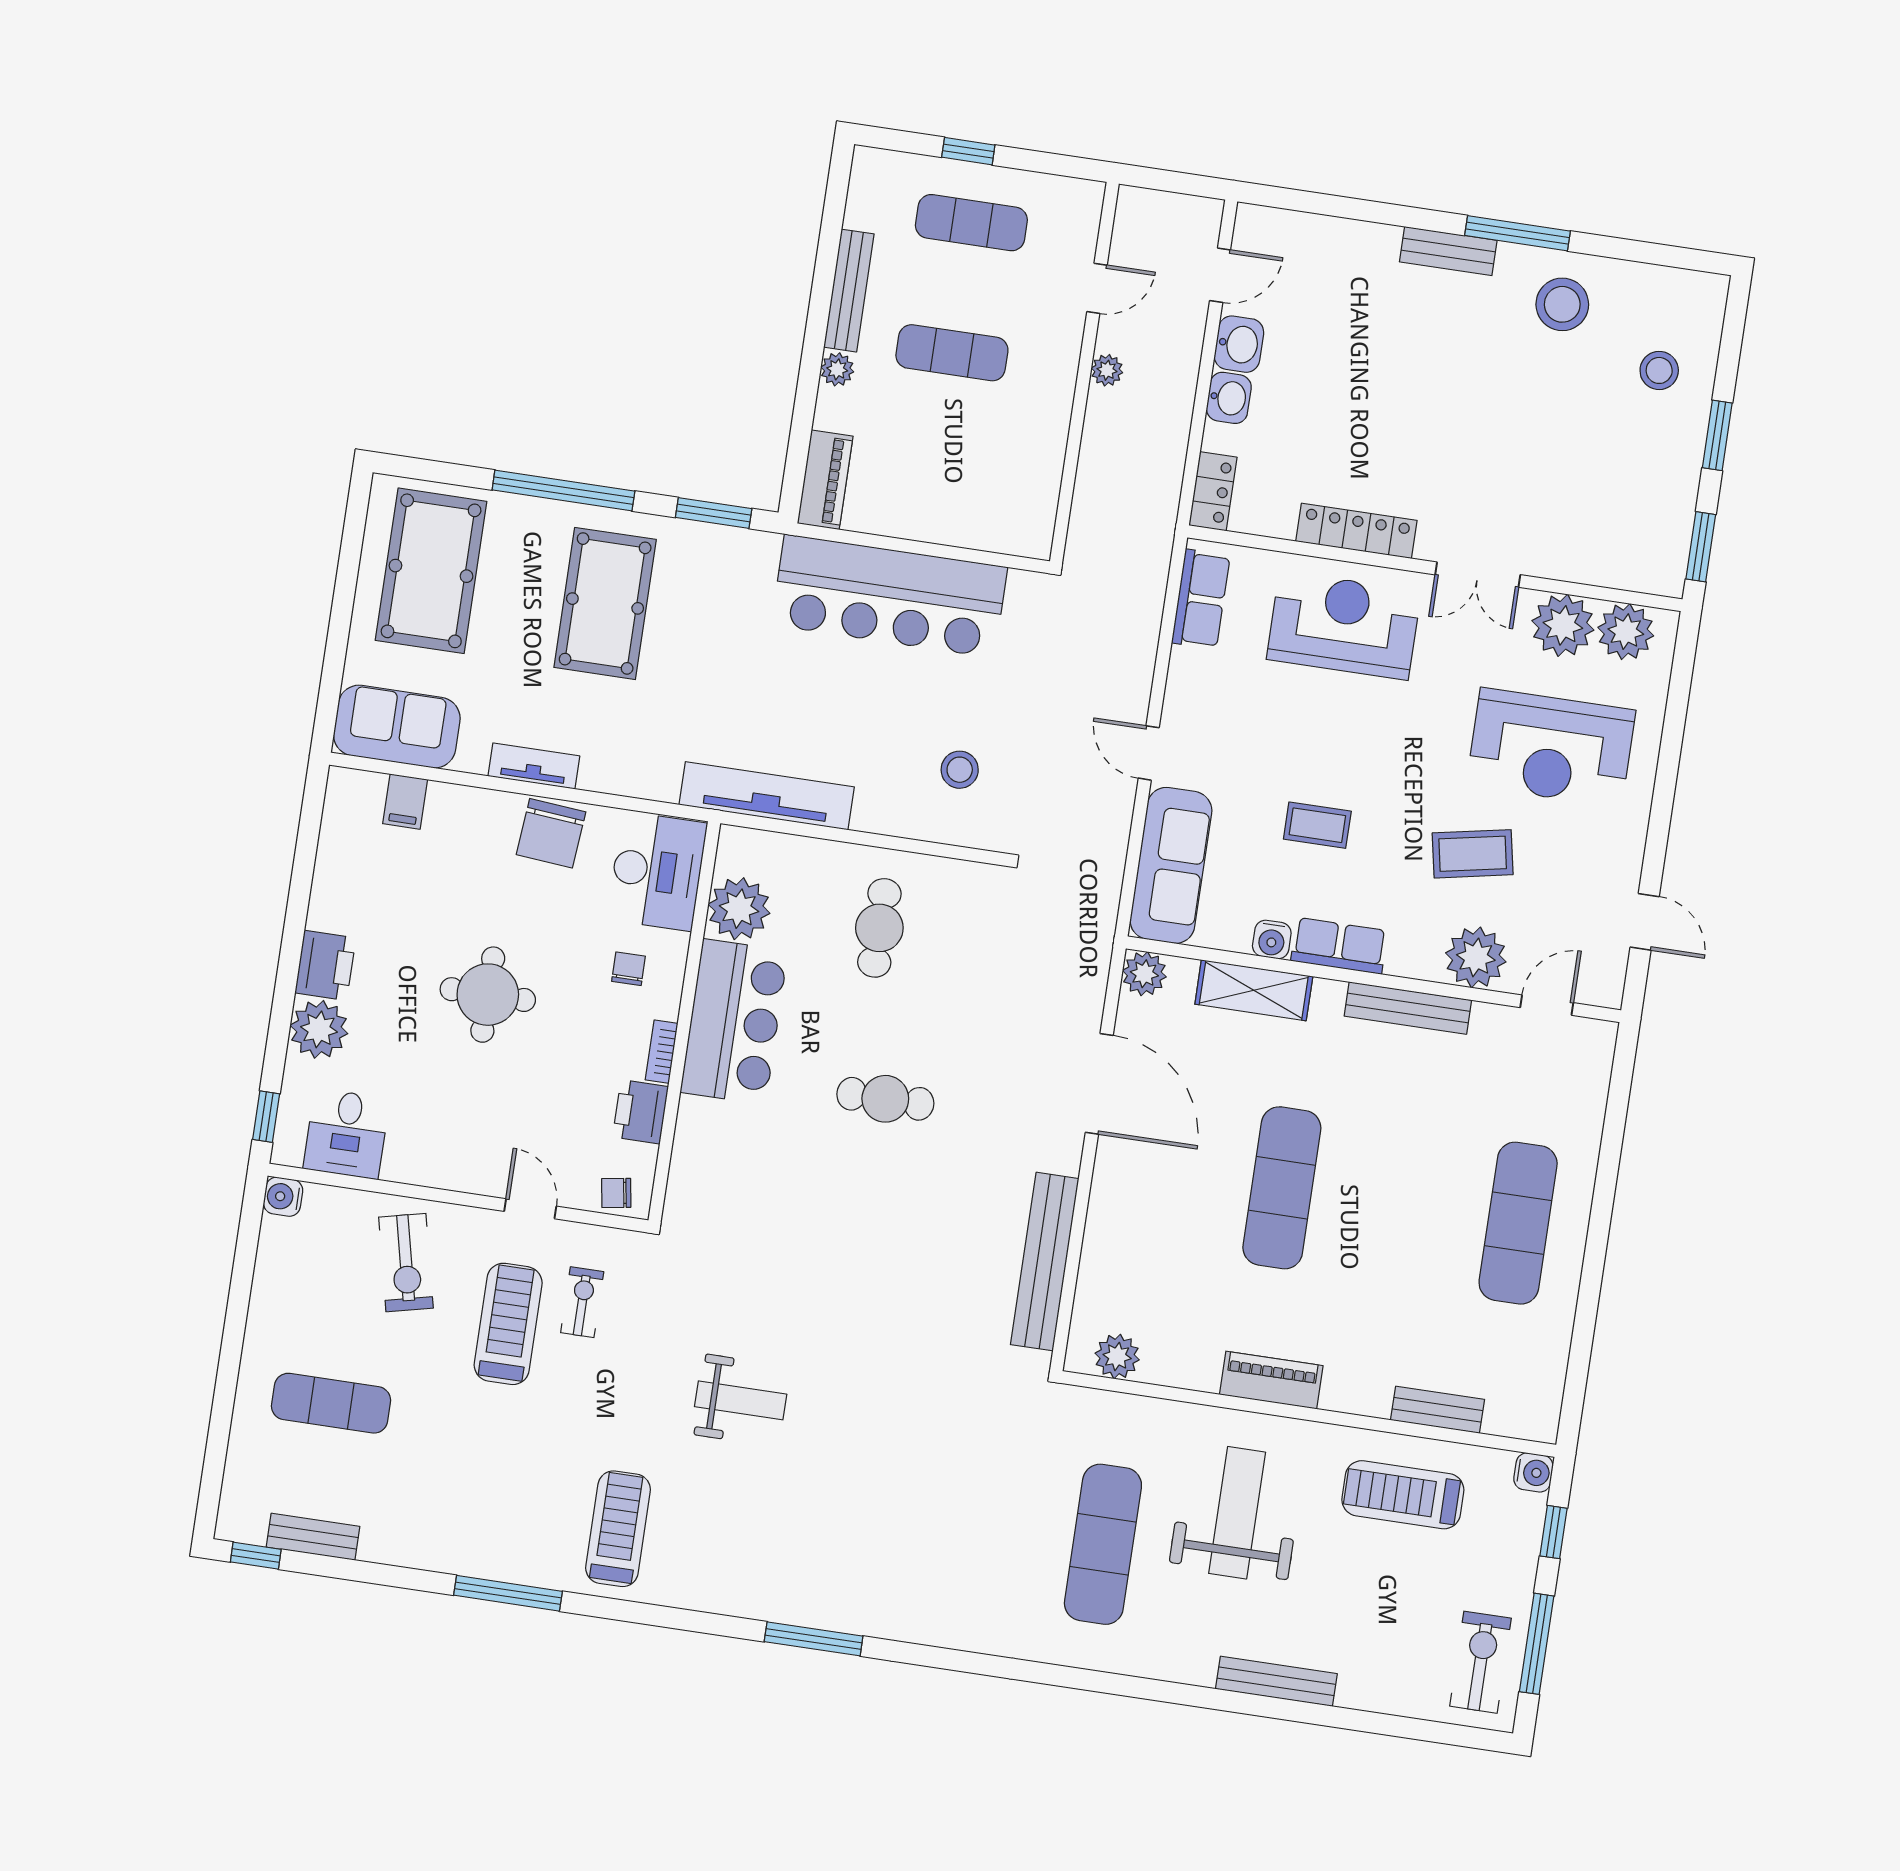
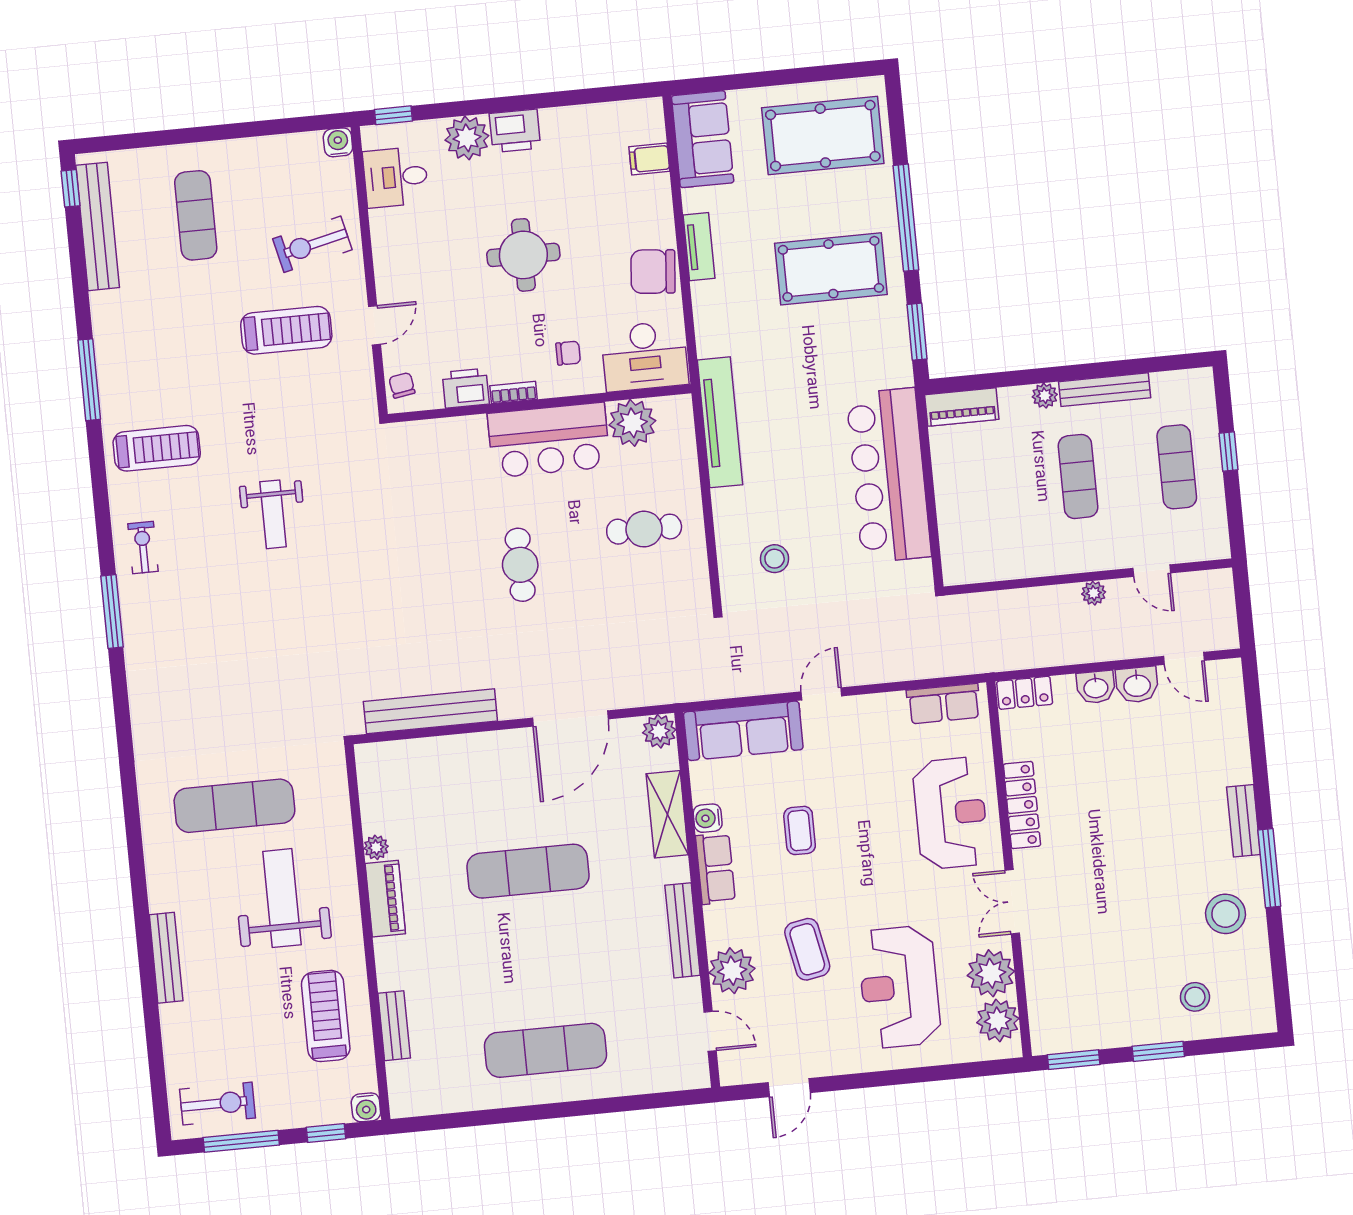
exercise bike: (582, 1302) -> (143, 547), moved, turned -90
plant: (1117, 1356) -> (376, 847), moved, width x0.73, depth x0.73
weight bench: (1237, 1513) -> (282, 898), turned -90
bench: (313, 1537) -> (98, 226), width x1.86, depth x1.21

